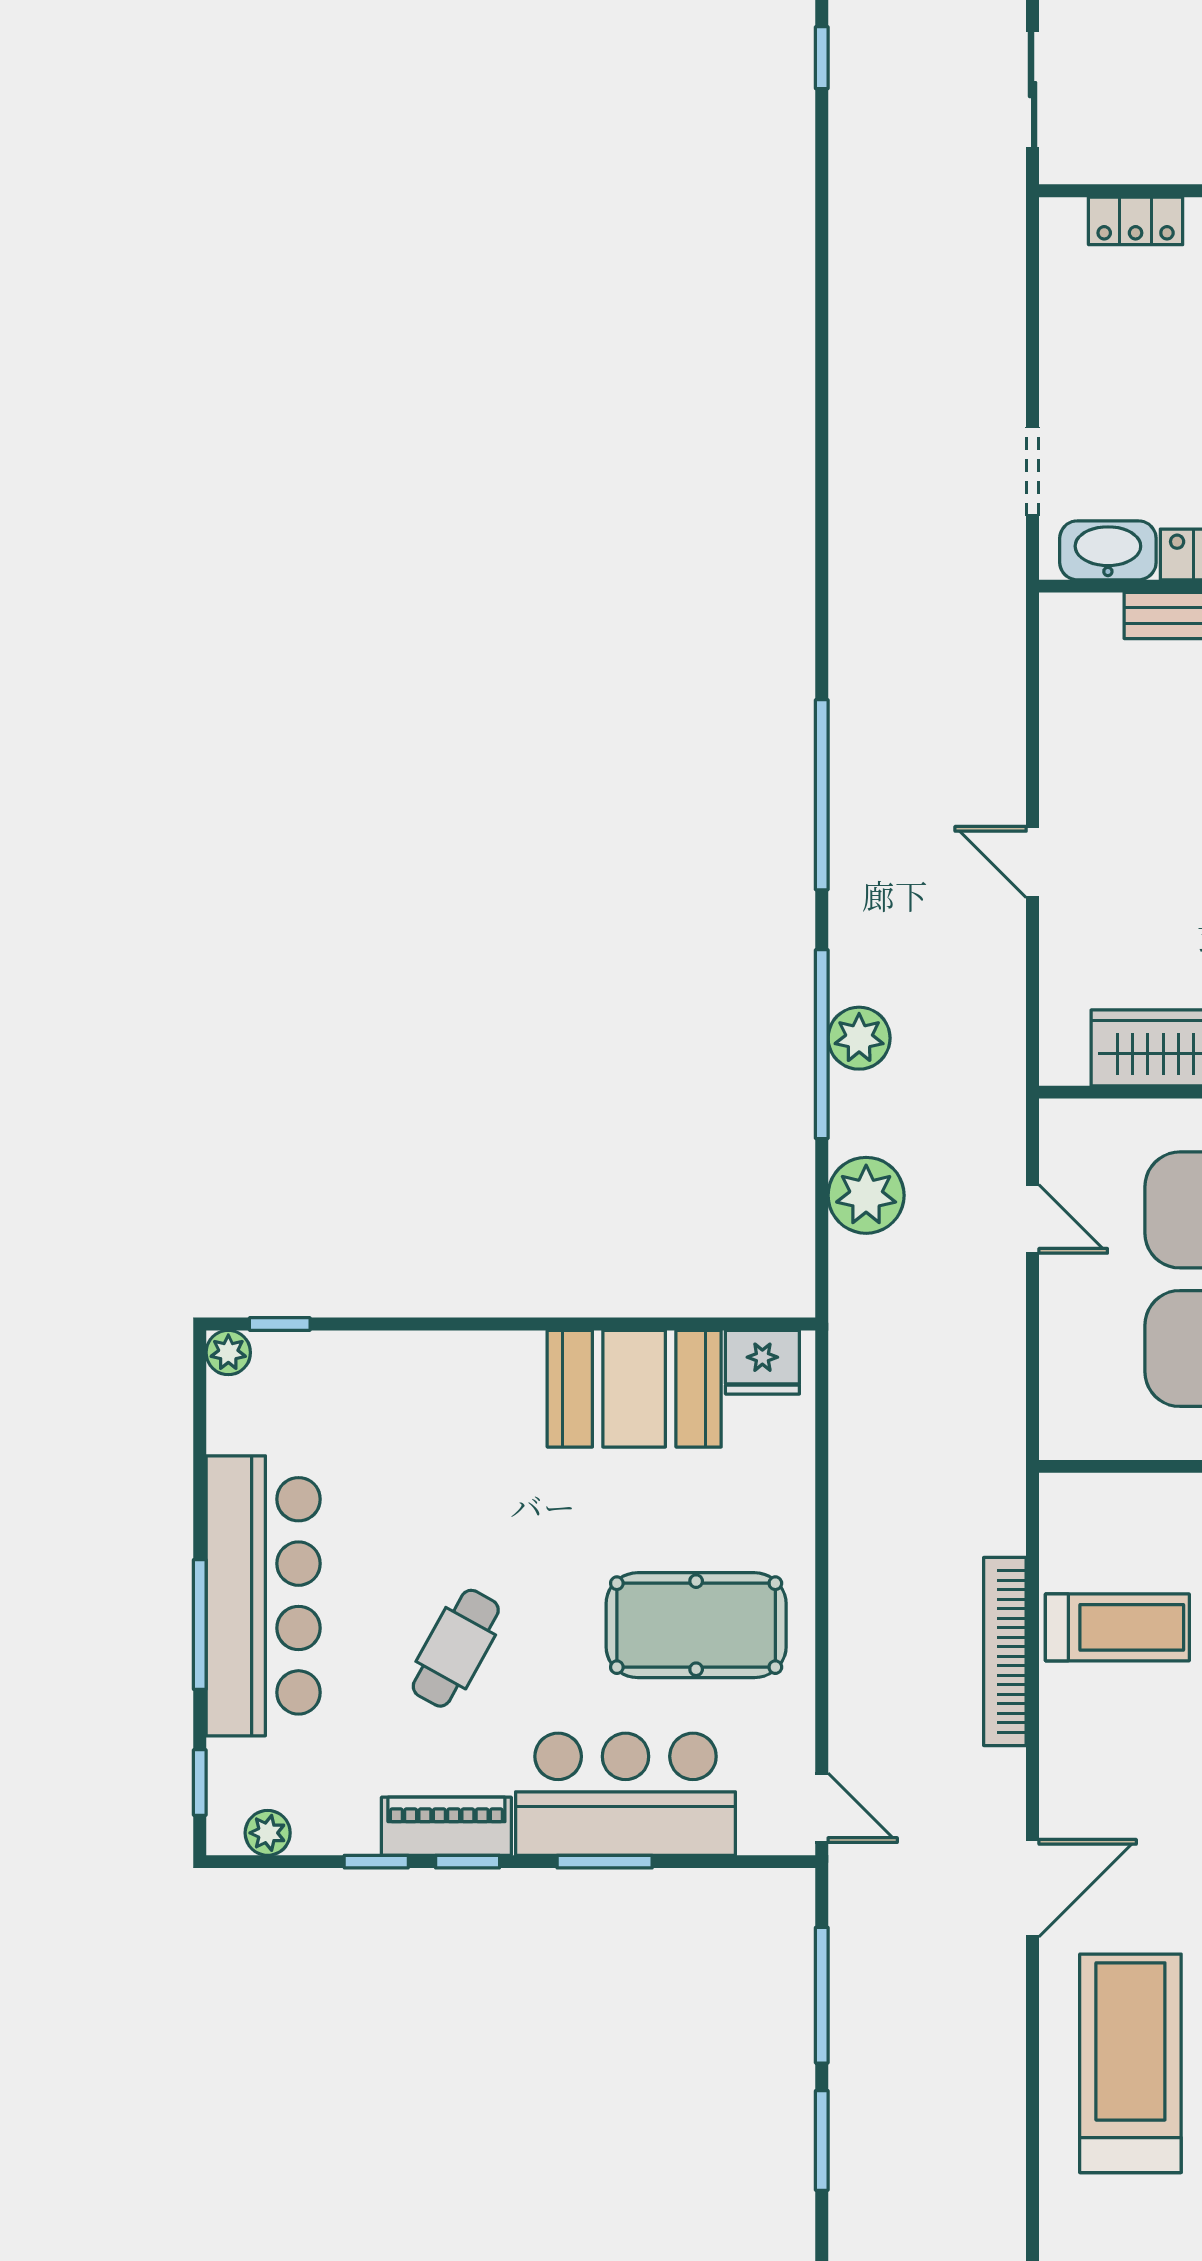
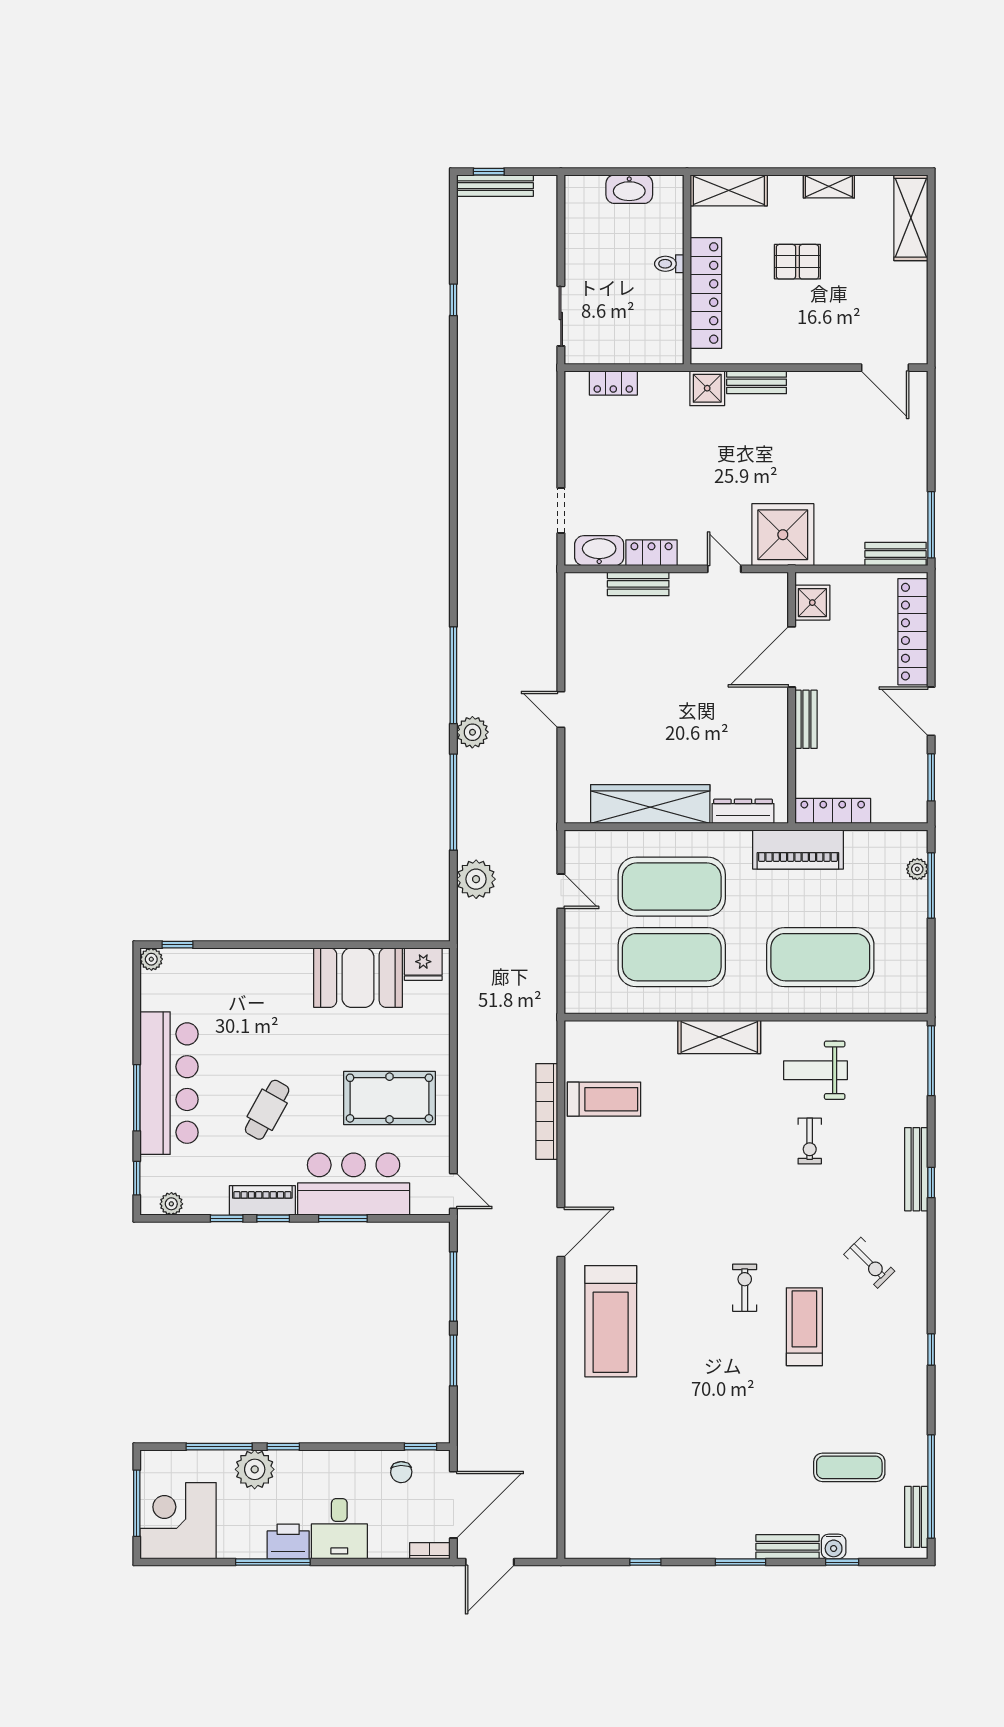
plant: (859, 1038) -> (472, 732), moved
treadmill: (1130, 2063) -> (611, 1321), turned 180

